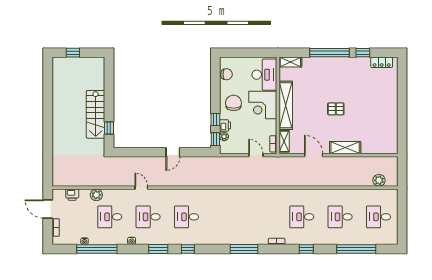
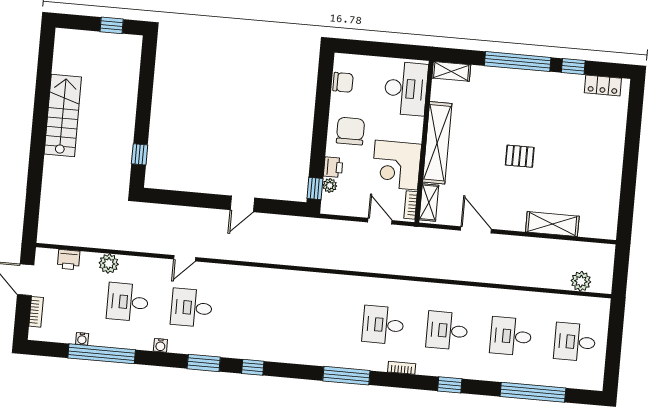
window: (73, 53) -> (112, 25), moved
corner desk: (263, 105) -> (396, 165), moved
stairs: (96, 114) -> (63, 115), moved, turned 180
window: (215, 119) -> (318, 156), removed
shelving: (345, 148) -> (552, 224), moved
door: (141, 188) -> (185, 258), swing flipped
desk: (187, 217) -> (383, 325), moved

